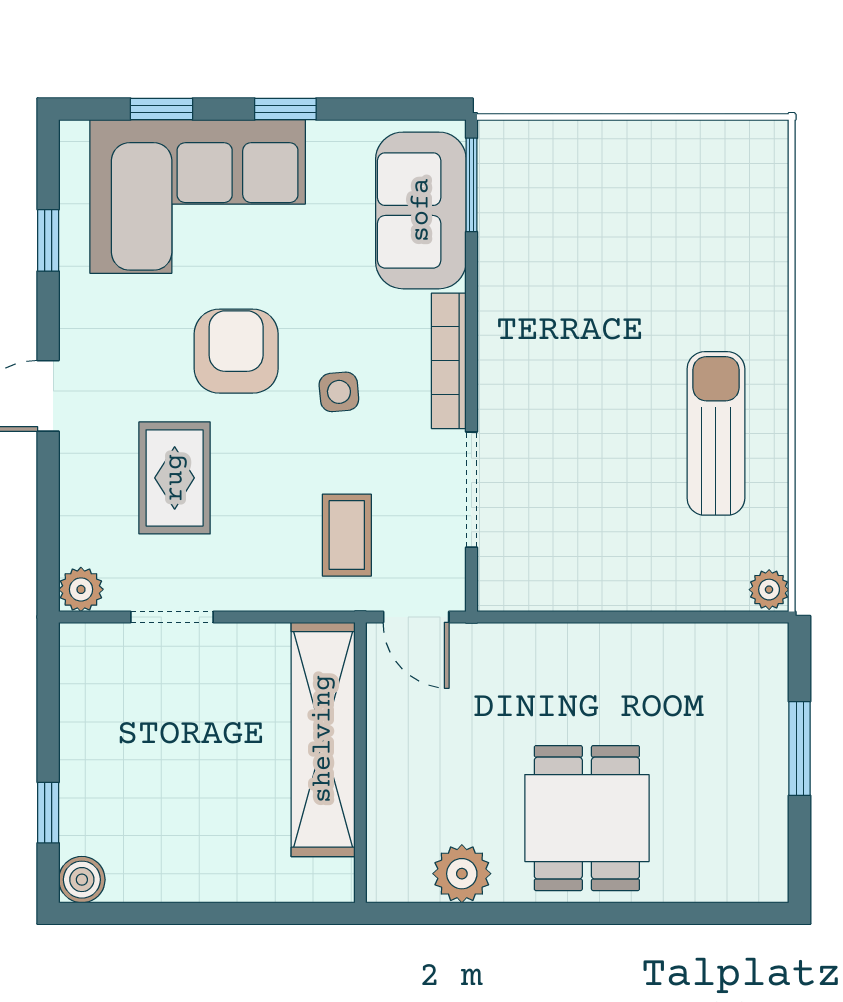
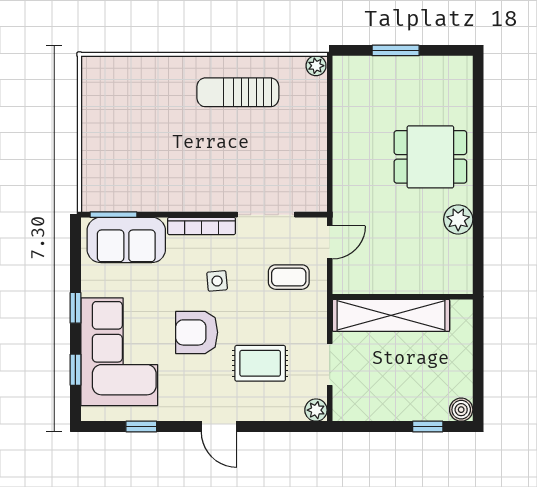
shelving: (323, 739) -> (391, 315), moved
wall: (360, 763) -> (403, 297), moved

